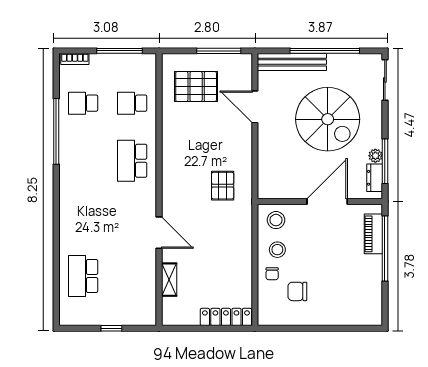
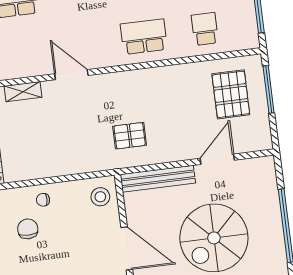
window: (219, 51) -> (269, 89), moved
bench: (292, 62) -> (158, 179), moved, turned 90
door: (159, 233) -> (71, 75), swing flipped
stool: (277, 250) -> (69, 202), removed

